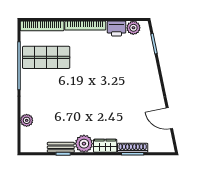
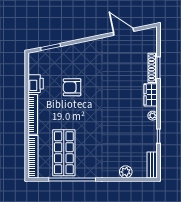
plant: (133, 28) -> (35, 67), removed
armchair: (113, 66) -> (72, 87), added
door: (169, 118) -> (124, 32), swing flipped
plant: (84, 144) -> (153, 116), width x0.53, depth x0.53
bench: (61, 147) -> (152, 165), moved

